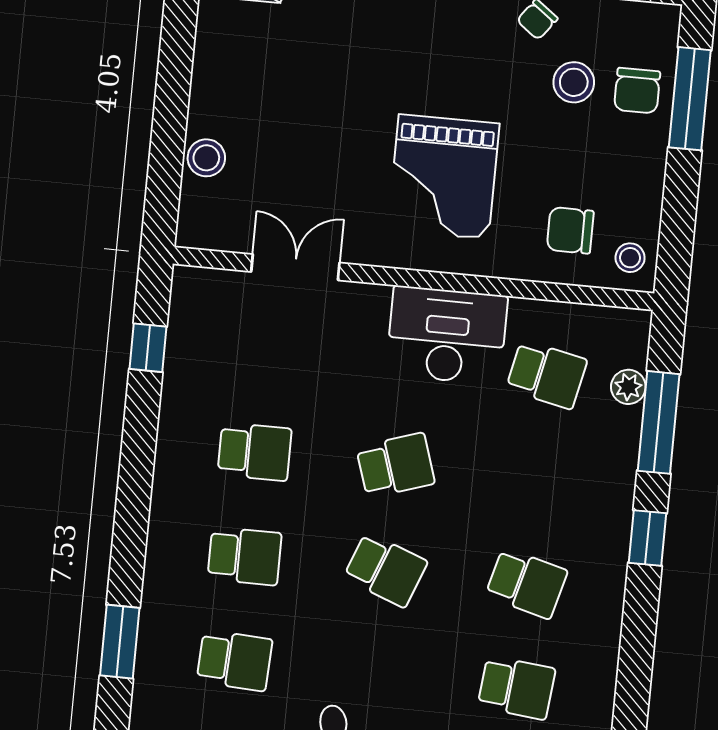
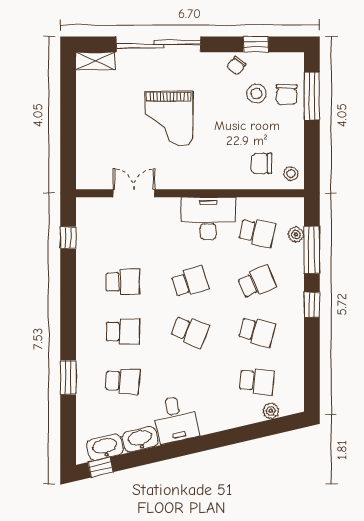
stool: (206, 158) -> (87, 146), removed
grand piano: (444, 177) -> (169, 119), moved
school desk: (537, 479) -> (257, 282), added

